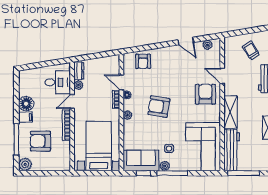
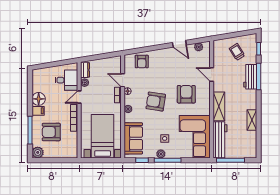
armchair: (205, 94) -> (186, 94), moved
sofa: (141, 160) -> (133, 138), moved, turned 90

